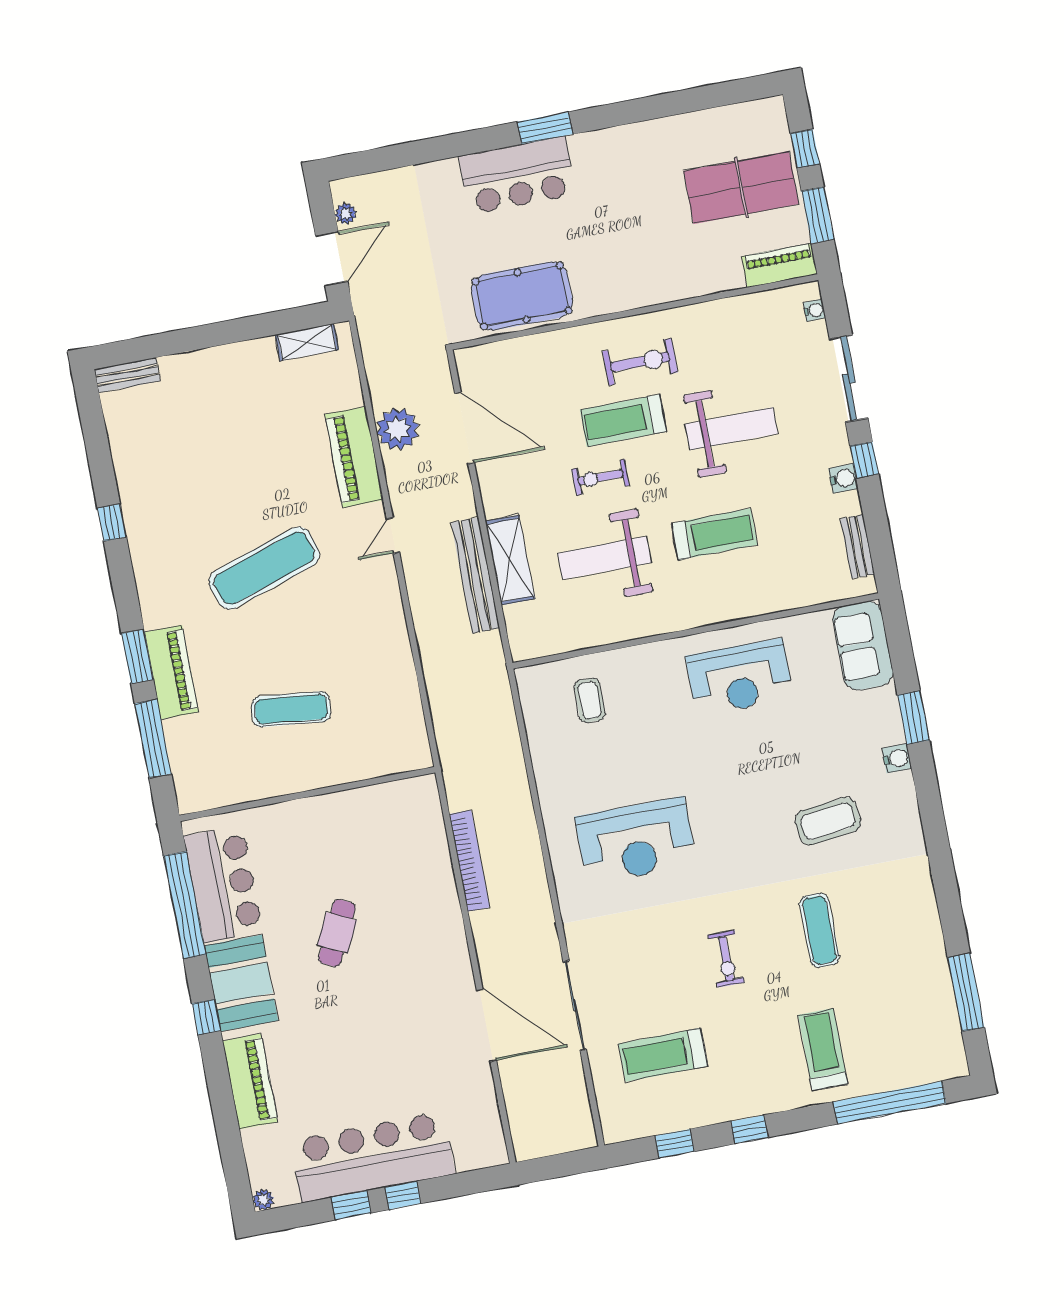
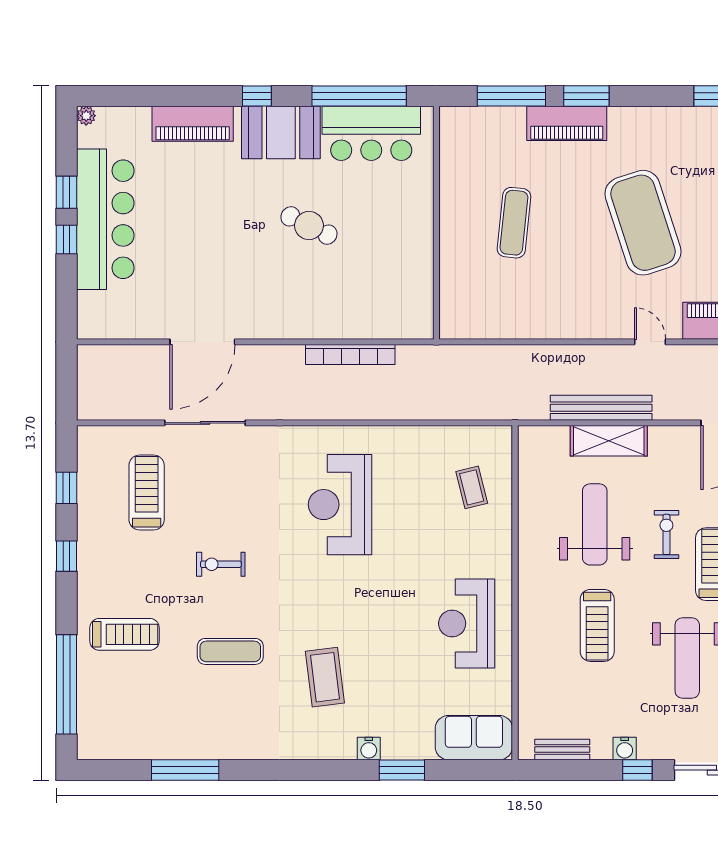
exercise mat: (264, 568) -> (643, 223), width x1.47
coffee table: (590, 700) -> (472, 487), turned 76
window: (966, 992) -> (185, 770), moved

